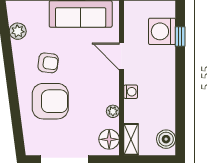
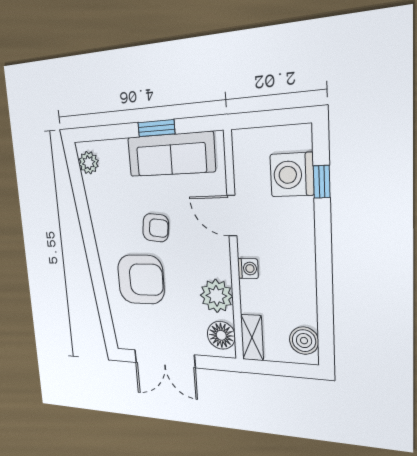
plant: (18, 31) -> (89, 163), moved
armchair: (48, 63) -> (156, 228), moved
plant: (113, 111) -> (216, 296), width x1.88, depth x1.88

